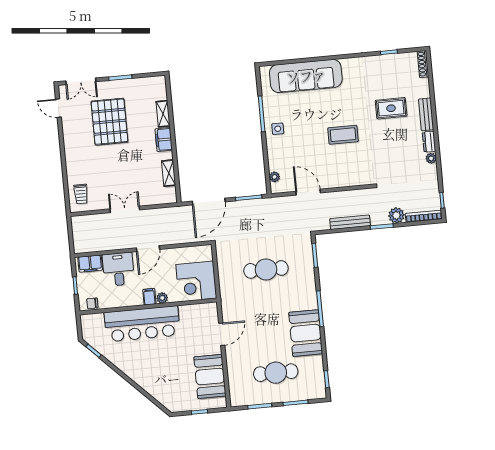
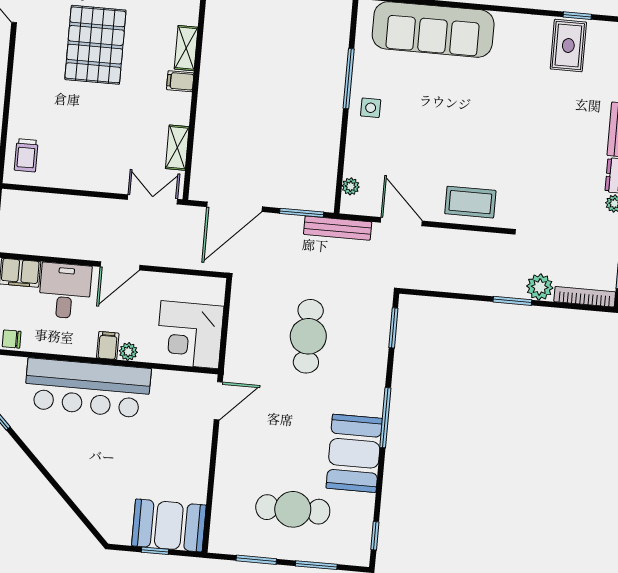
rug: (391, 108) -> (568, 45), moved, turned 90
coffee table: (343, 135) -> (470, 202), moved
filing cabinet: (164, 140) -> (180, 81), width x0.50
double door: (125, 209) -> (152, 199), moved
bench: (350, 222) -> (338, 228), moved
cafe table: (266, 269) -> (308, 336), turned 90
door: (222, 334) -> (218, 401), moved
booth: (210, 376) -> (169, 525), moved, turned 90

